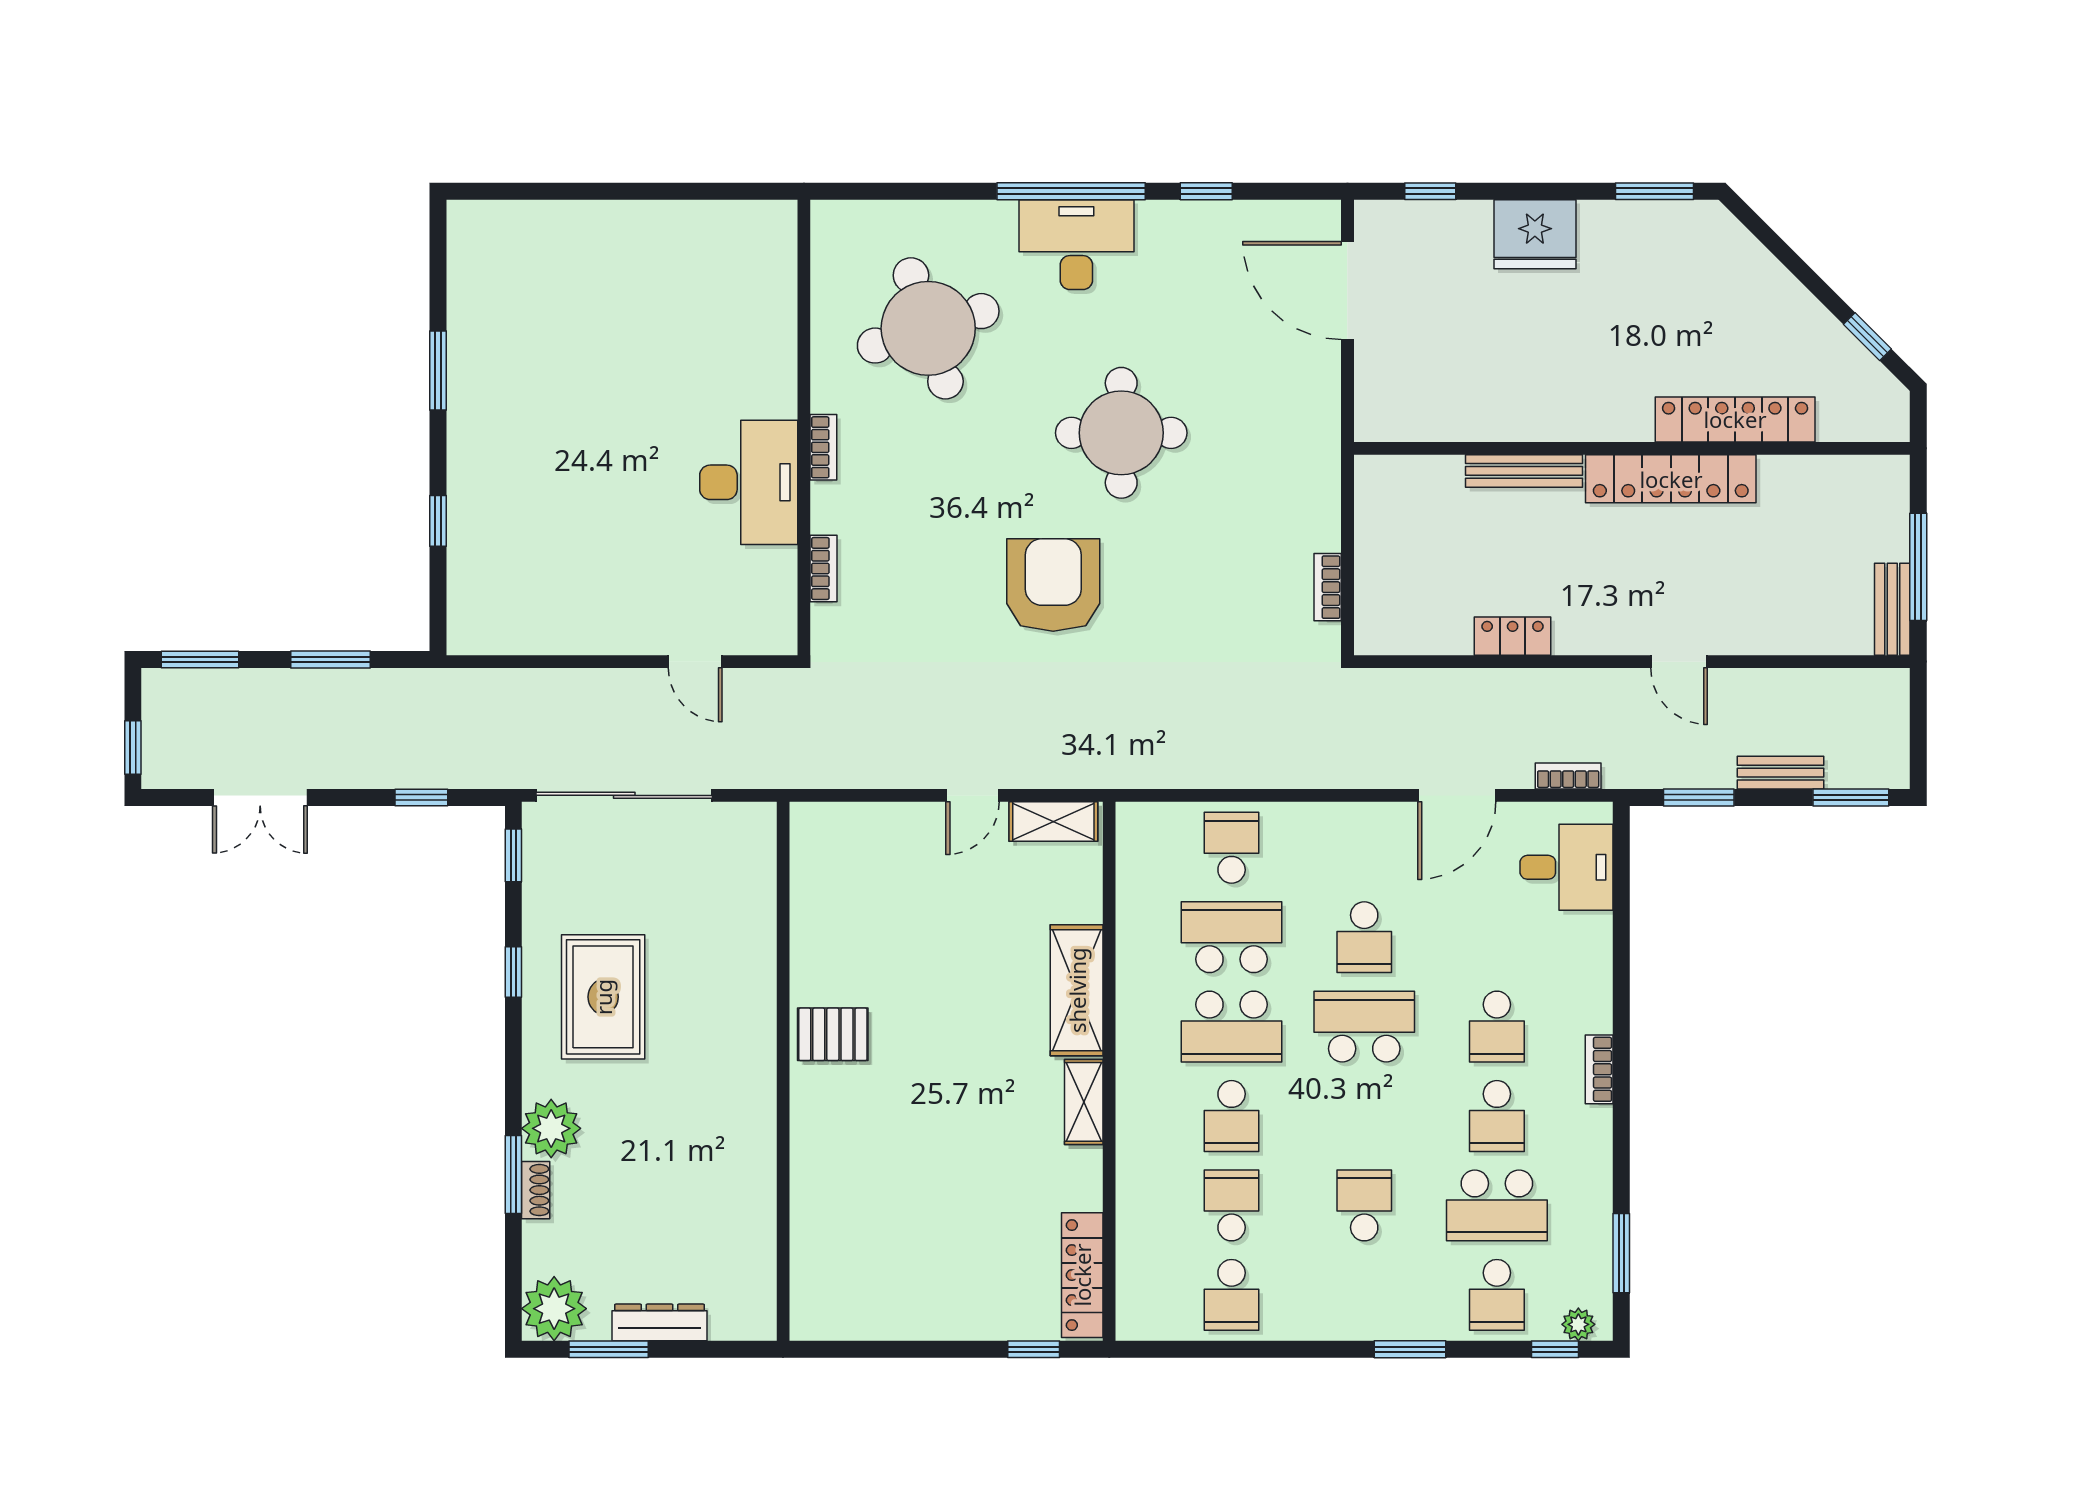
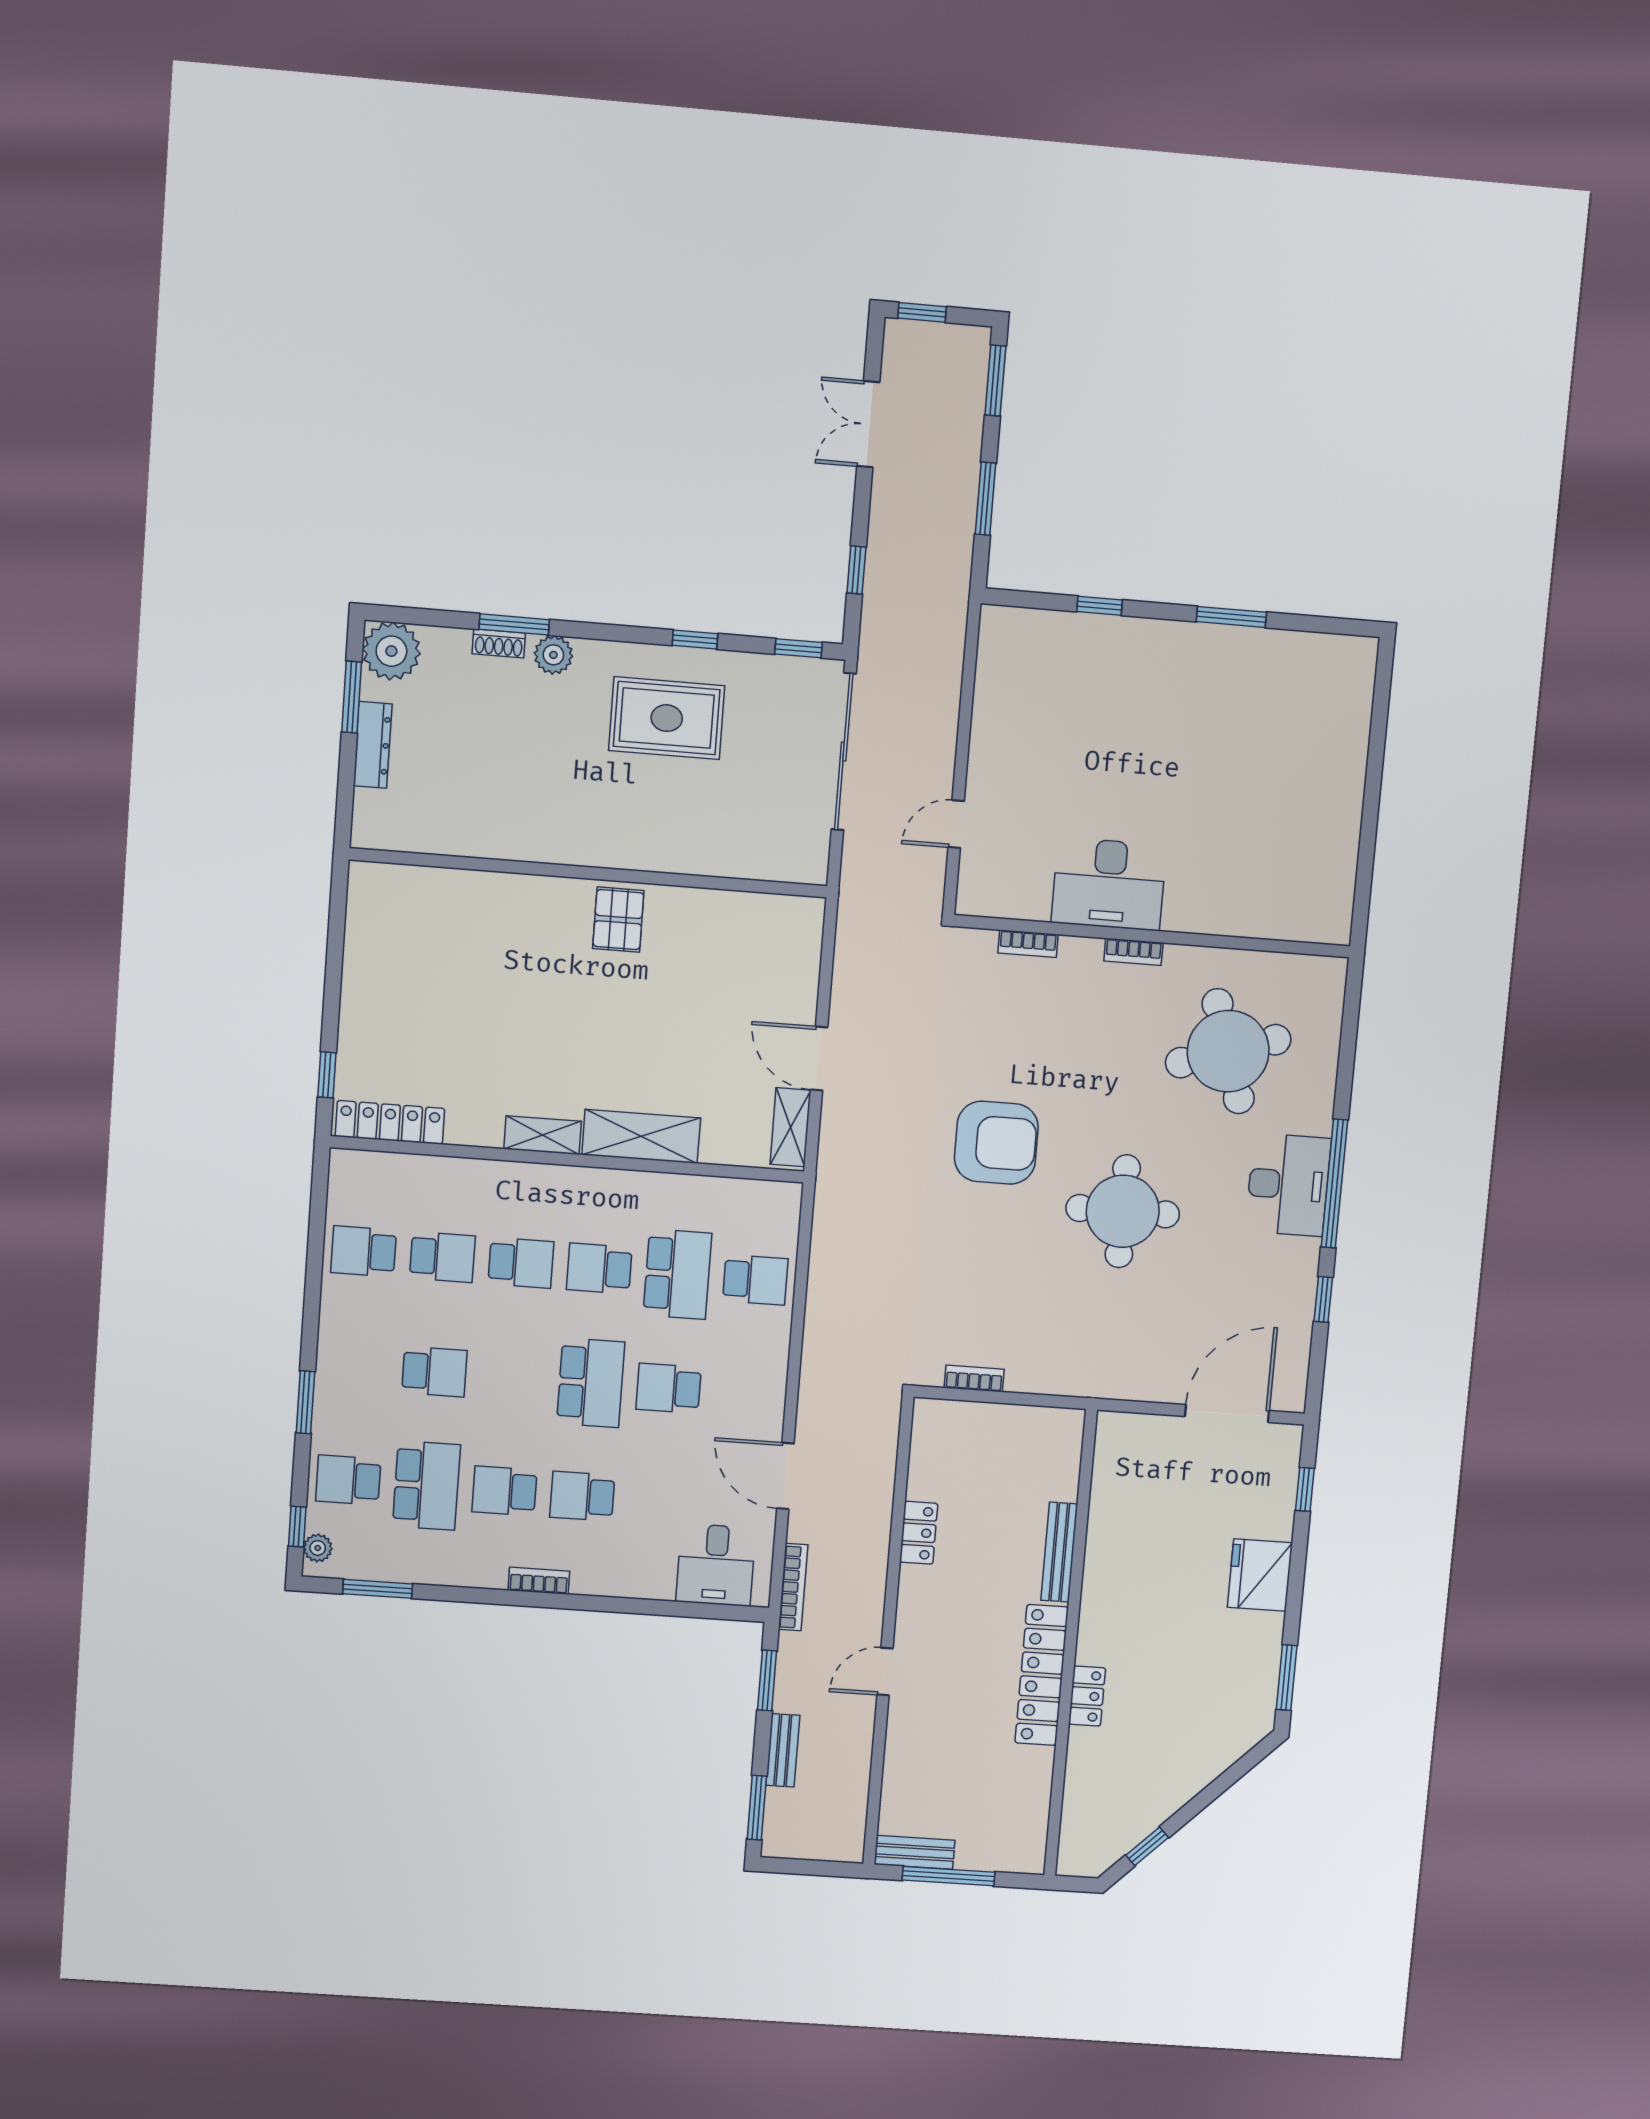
locker: (1735, 419) -> (1087, 1696), width x0.46, depth x0.83
bookcase: (1568, 776) -> (793, 1587), width x1.56
door: (973, 795) -> (819, 1059), width x1.38
school desk: (1232, 1027) -> (599, 1268), width x0.54
school desk: (1232, 1116) -> (521, 1263), turned 180
plant: (551, 1128) -> (553, 655), width x0.73, depth x0.73
school desk: (1497, 1205) -> (426, 1486), turned 180

